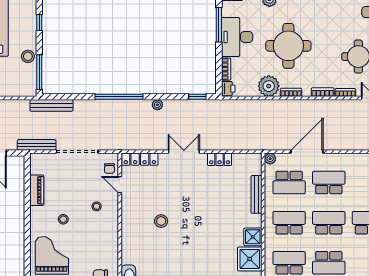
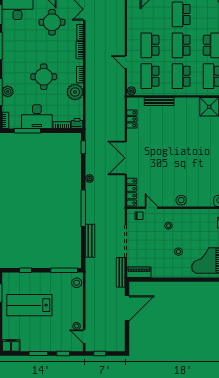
round table: (288, 46) -> (44, 77), width x0.73, depth x0.73
stool: (28, 56) -> (77, 283), moved
bench: (51, 105) -> (90, 241), moved
double door: (184, 152) -> (126, 158), width x1.37
door: (307, 152) -> (126, 62), width x0.53
locker: (220, 159) -> (132, 119), moved
school desk: (289, 183) -> (150, 76), turned 180
door: (120, 185) -> (152, 208), swing flipped
piano: (37, 190) -> (139, 272), moved
stool: (161, 221) -> (181, 200), moved
shower: (253, 237) -> (192, 104), removed

